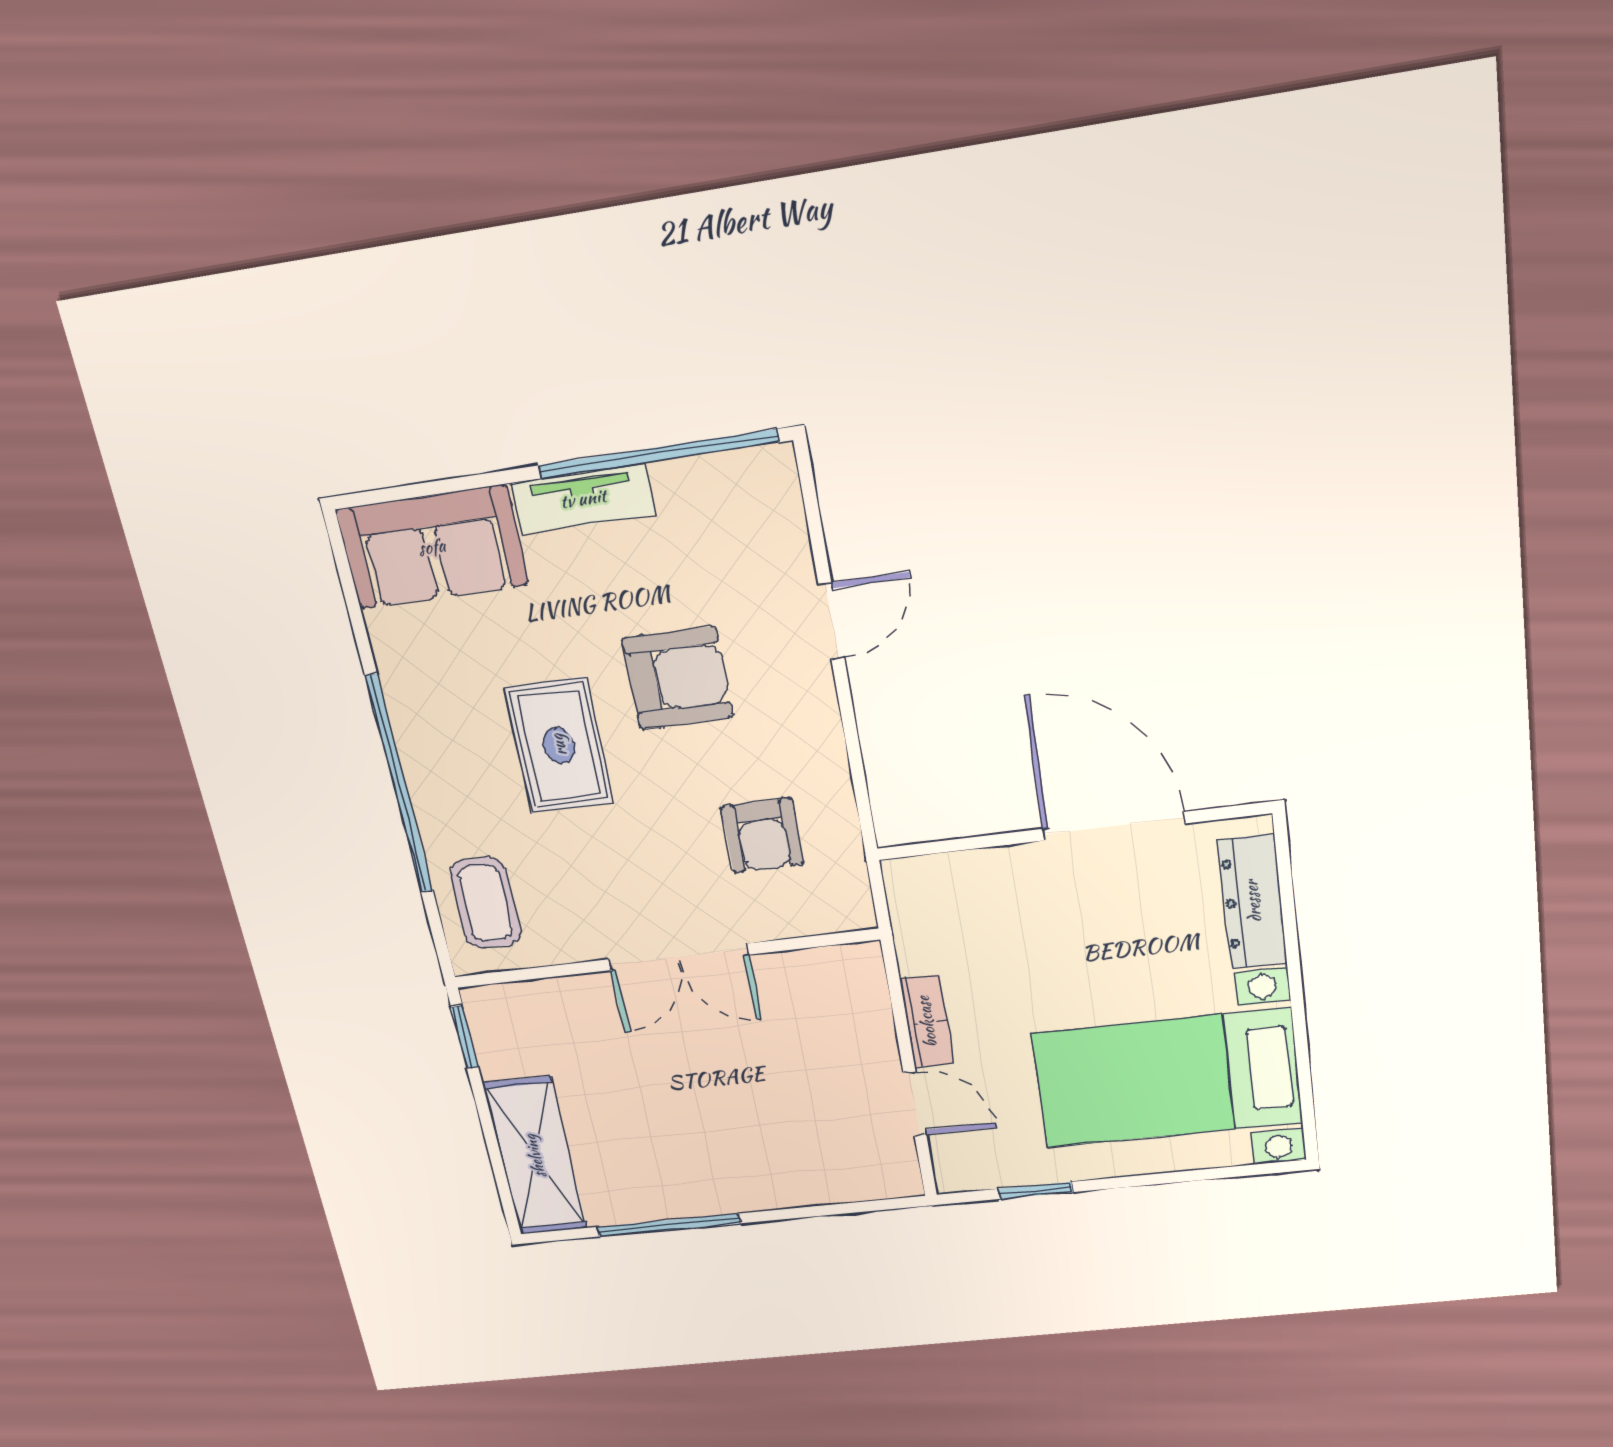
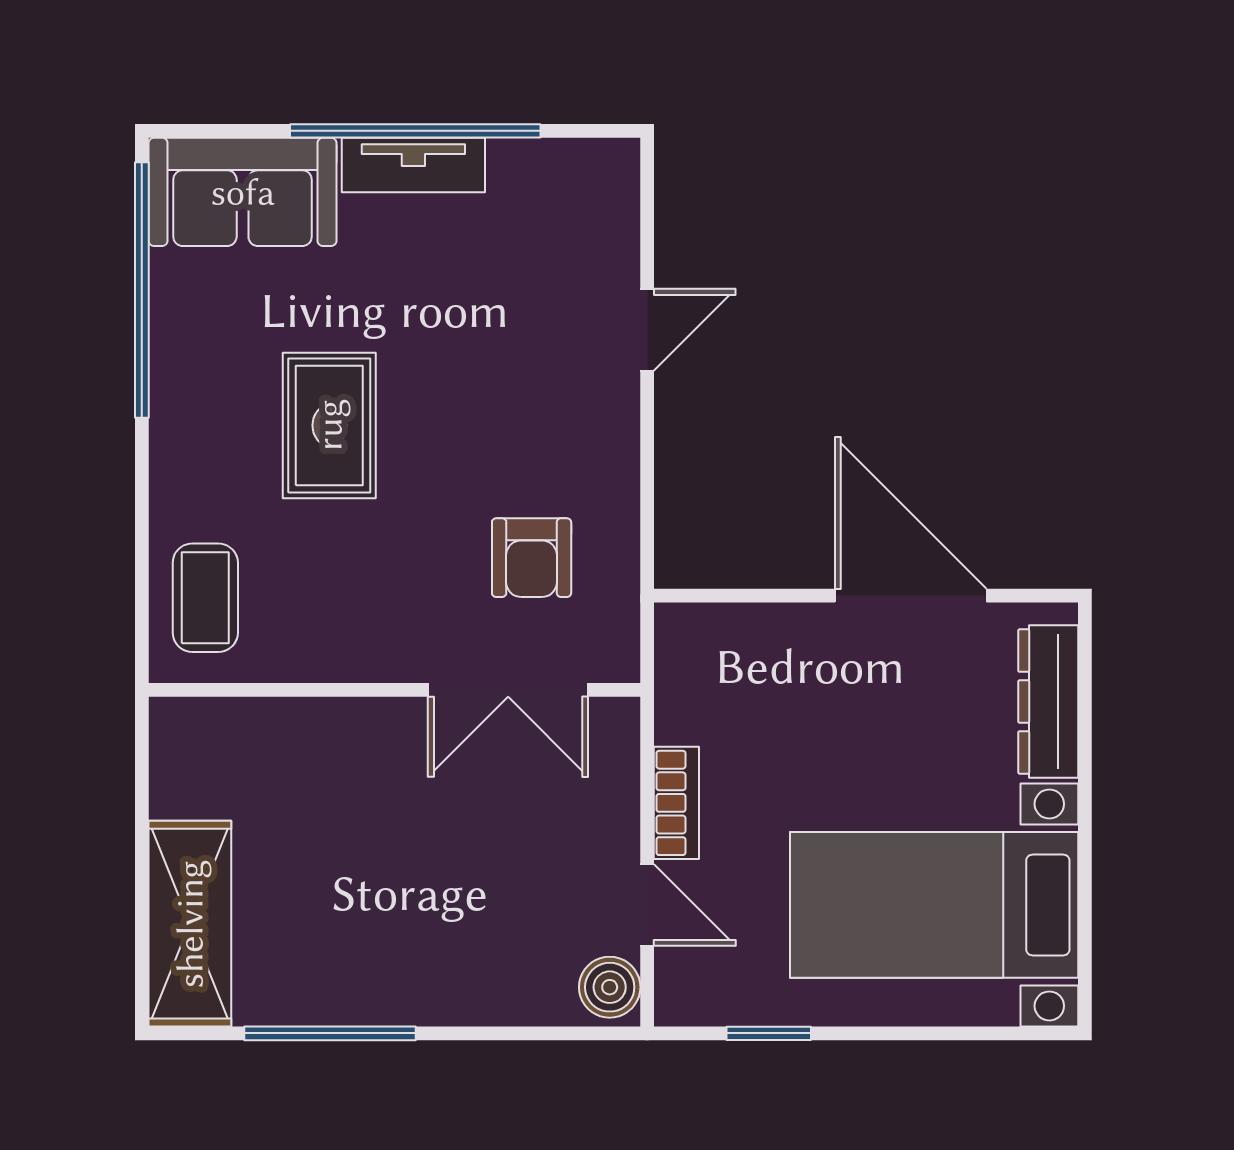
window: (658, 454) -> (415, 131), moved
armchair: (678, 678) -> (474, 368), removed
window: (400, 785) -> (142, 290), moved
double door: (678, 957) -> (508, 690), moved
window: (465, 1037) -> (142, 760), removed
boiler: (894, 1169) -> (610, 987), added

